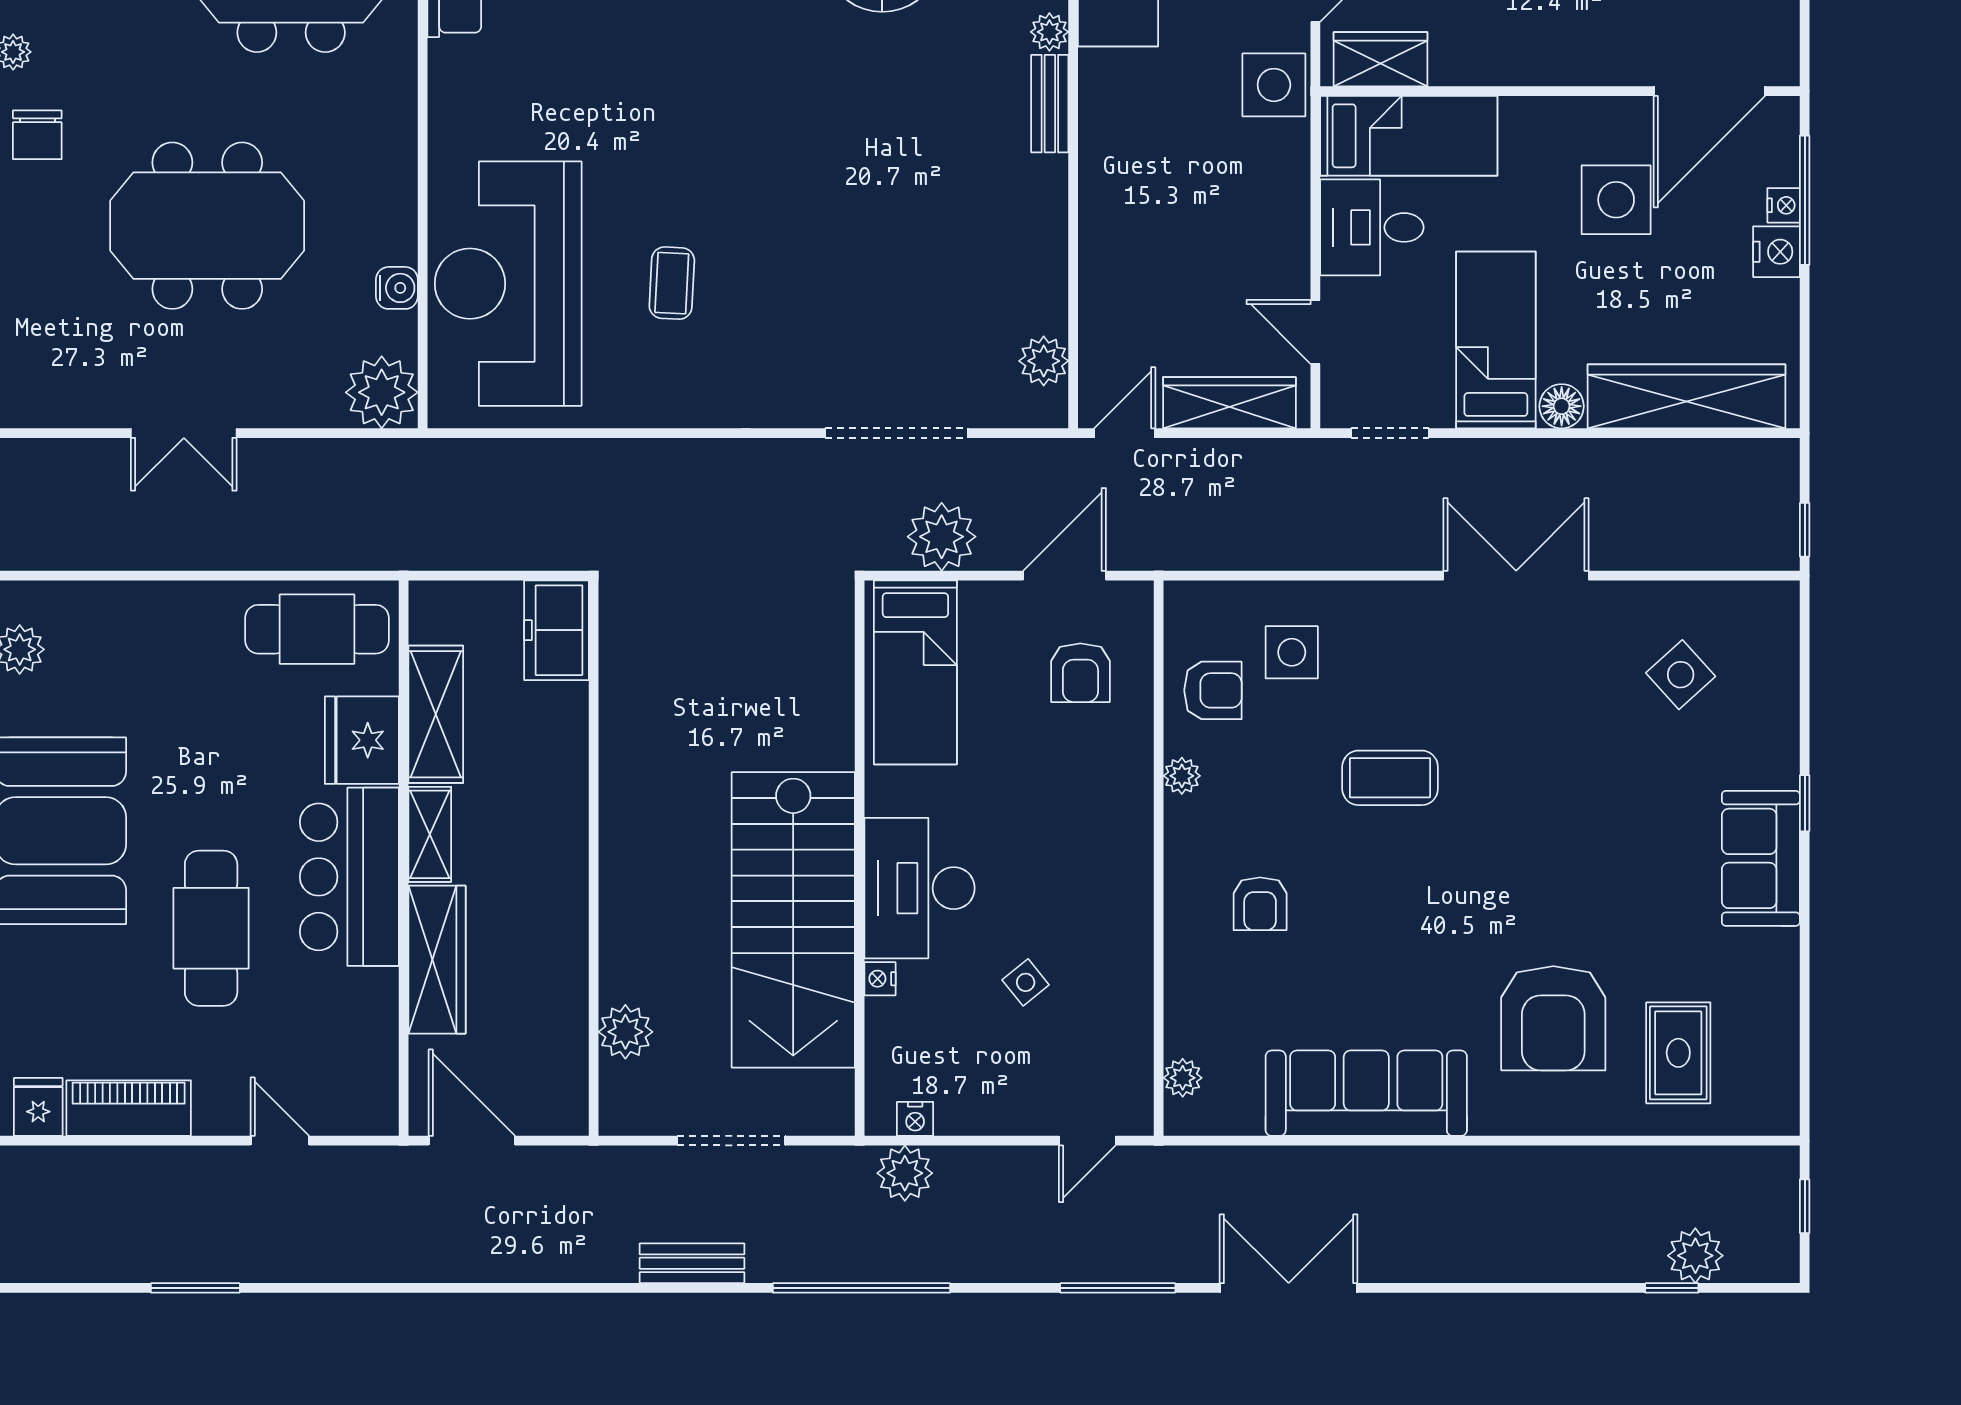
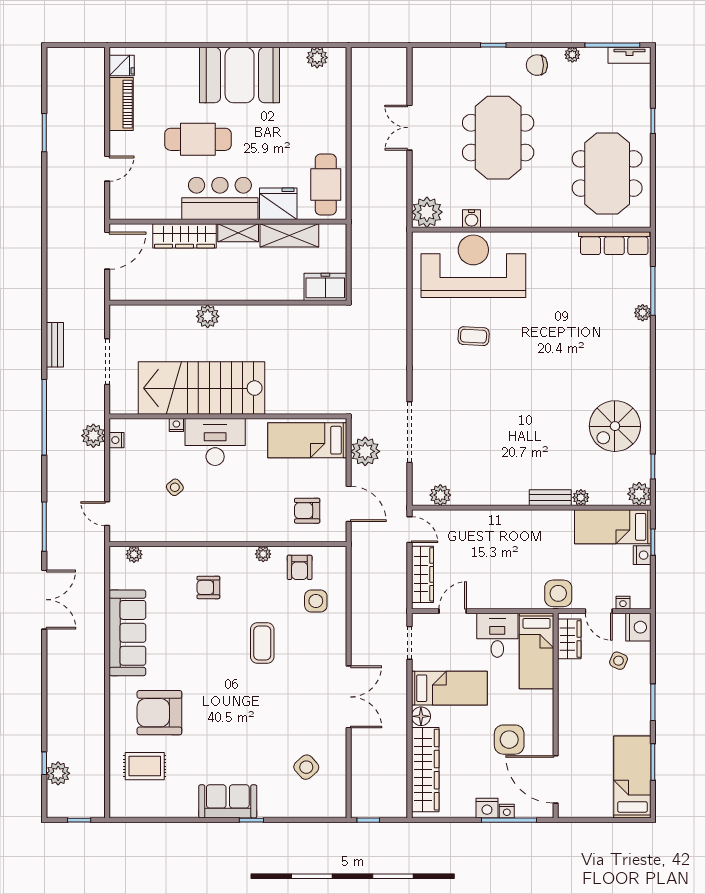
plant: (625, 1032) -> (208, 316), moved

